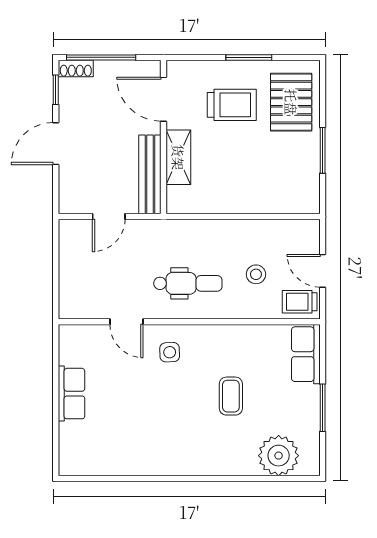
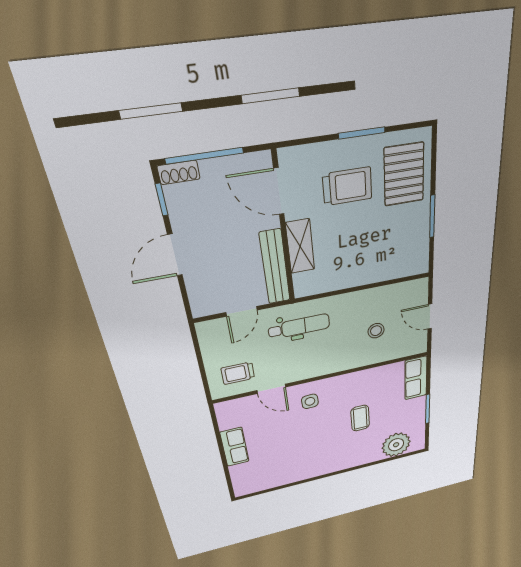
dental chair: (188, 283) -> (299, 327), moved
trolley: (300, 302) -> (238, 373), moved

